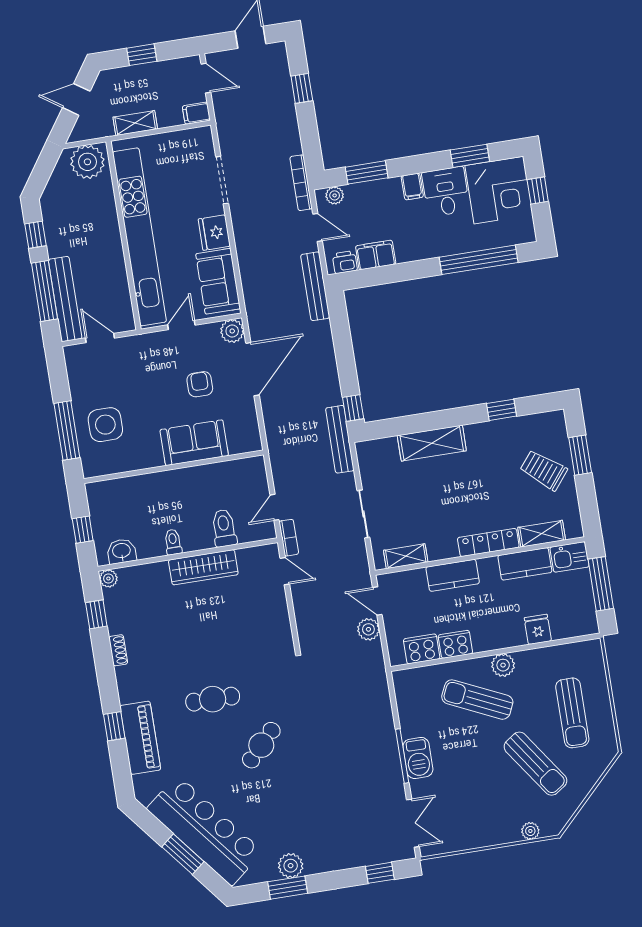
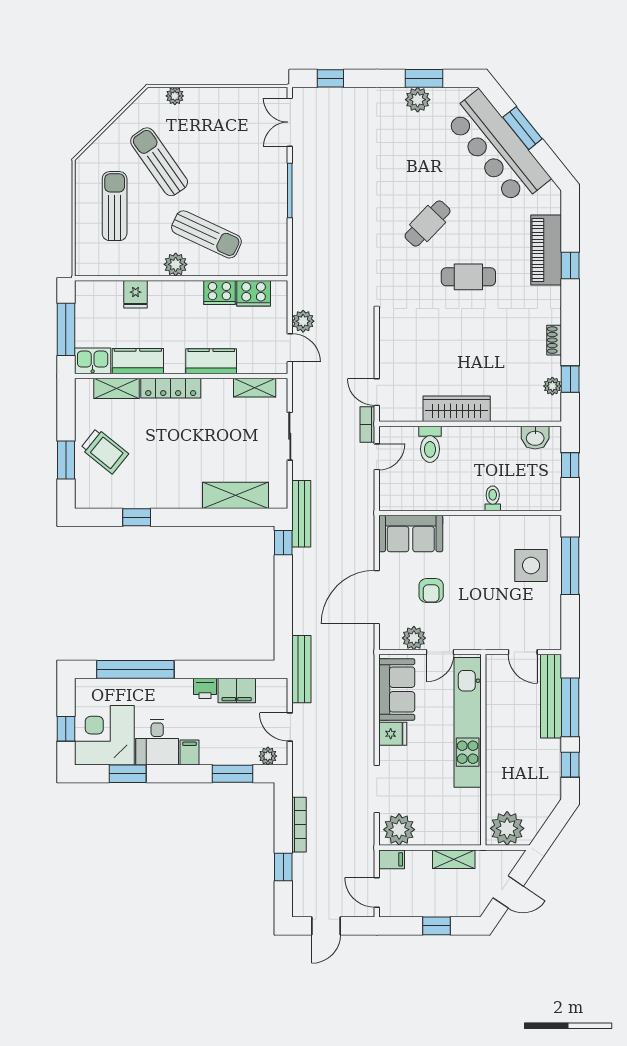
plant: (194, 144) -> (399, 830), added
bookcase: (301, 183) -> (299, 825), moved
fridge: (214, 233) -> (393, 734), width x0.72
kitchen unit: (139, 237) -> (468, 722), width x0.73
printer: (345, 262) -> (205, 688), moved
plant: (232, 331) -> (414, 638), moved
sofa: (194, 443) -> (411, 534), moved
shelving: (432, 443) -> (236, 495), moved
toilet: (173, 542) -> (493, 498), moved, turned 180
plant: (108, 578) -> (552, 386), moved
barbecue: (418, 758) -> (275, 186), removed

